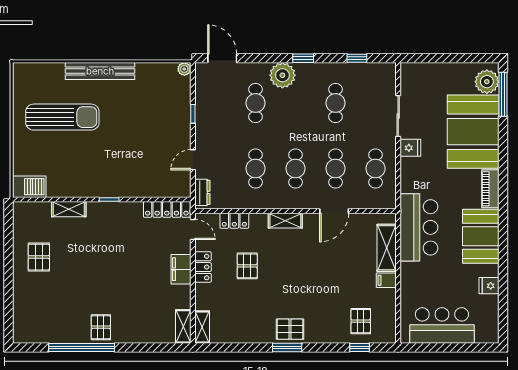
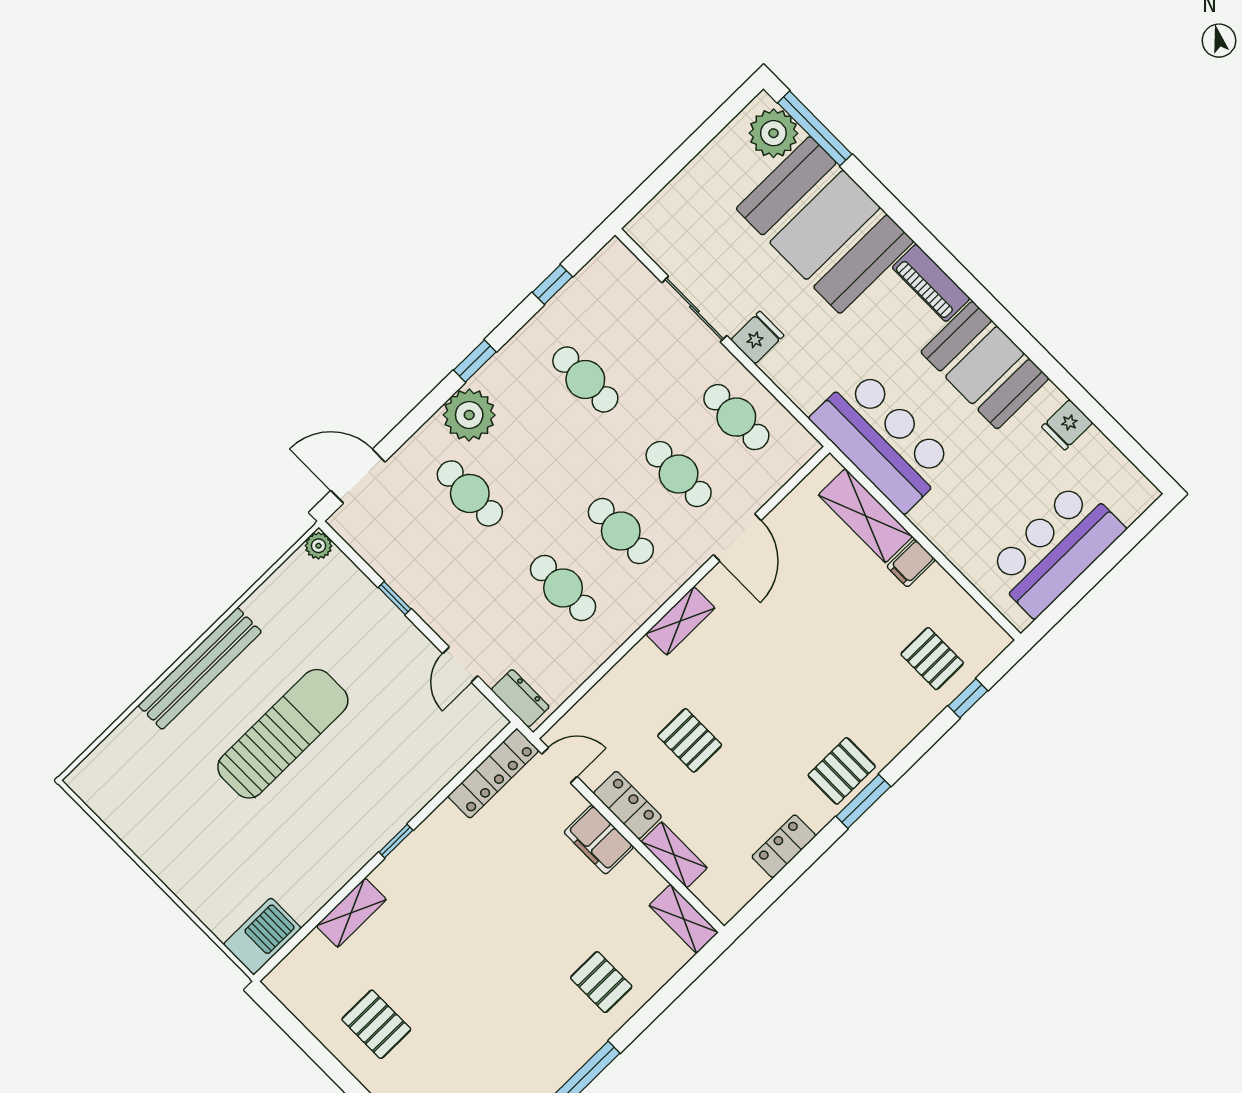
sun lounger: (62, 117) -> (283, 734), moved
locker: (234, 221) -> (784, 846), moved, turned 180
pallet: (101, 327) -> (601, 982), moved
shelving: (202, 327) -> (674, 855), moved

